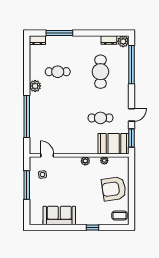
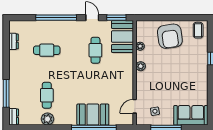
plant: (123, 41) -> (15, 26), removed
window: (132, 65) -> (56, 18), moved
cafe table: (100, 72) -> (47, 50), width x0.73, depth x0.74
plant: (35, 86) -> (48, 119), moved
booth: (39, 115) -> (93, 115), added
sofa: (59, 216) -> (191, 115), moved, turned 90

